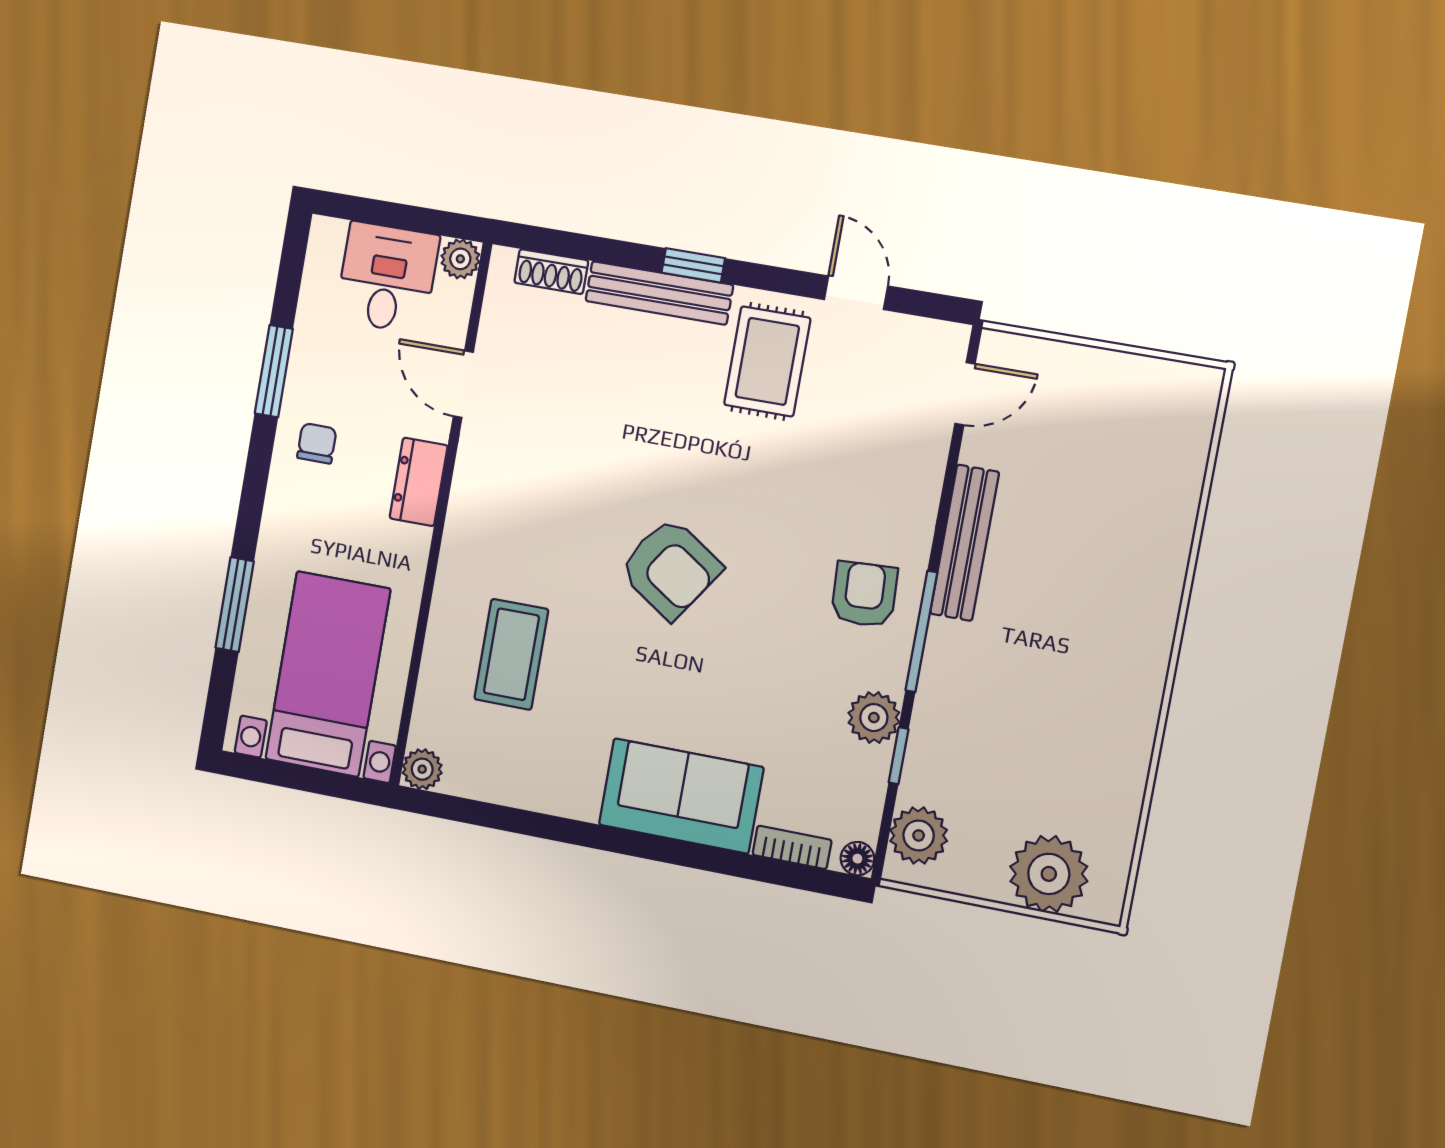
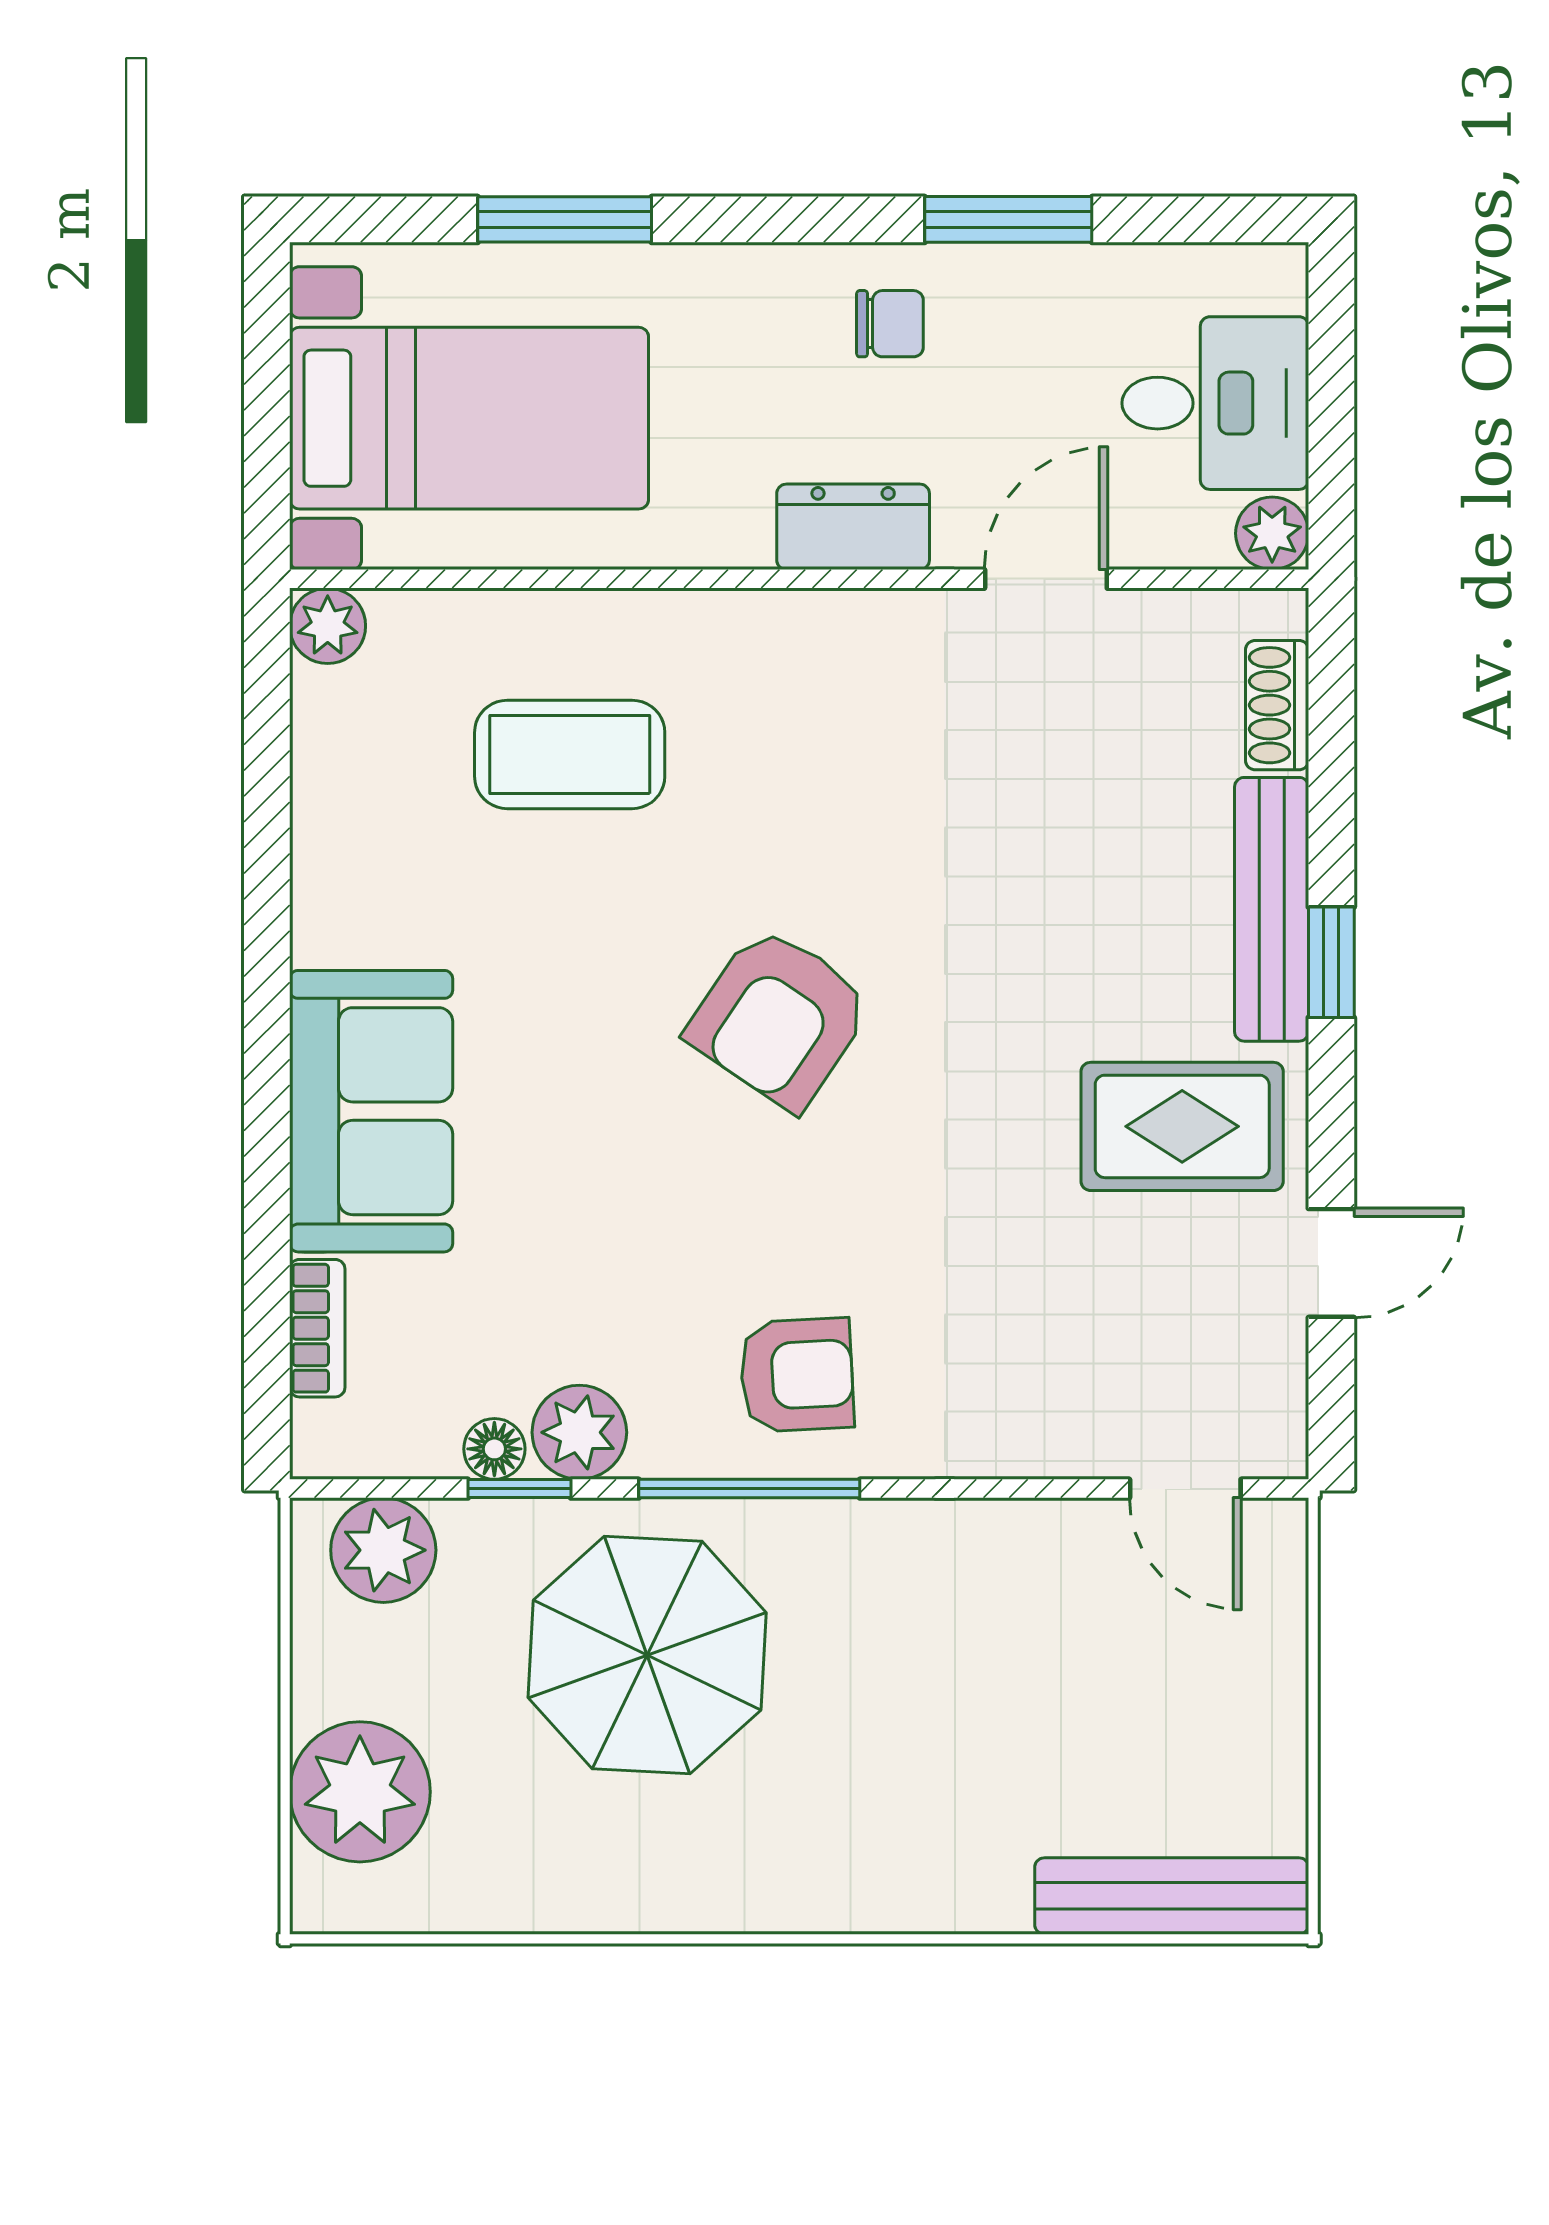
bench: (965, 543) -> (1172, 1896), moved
parasol: (1002, 704) -> (647, 1655), added
floor lamp: (857, 859) -> (494, 1449), moved

